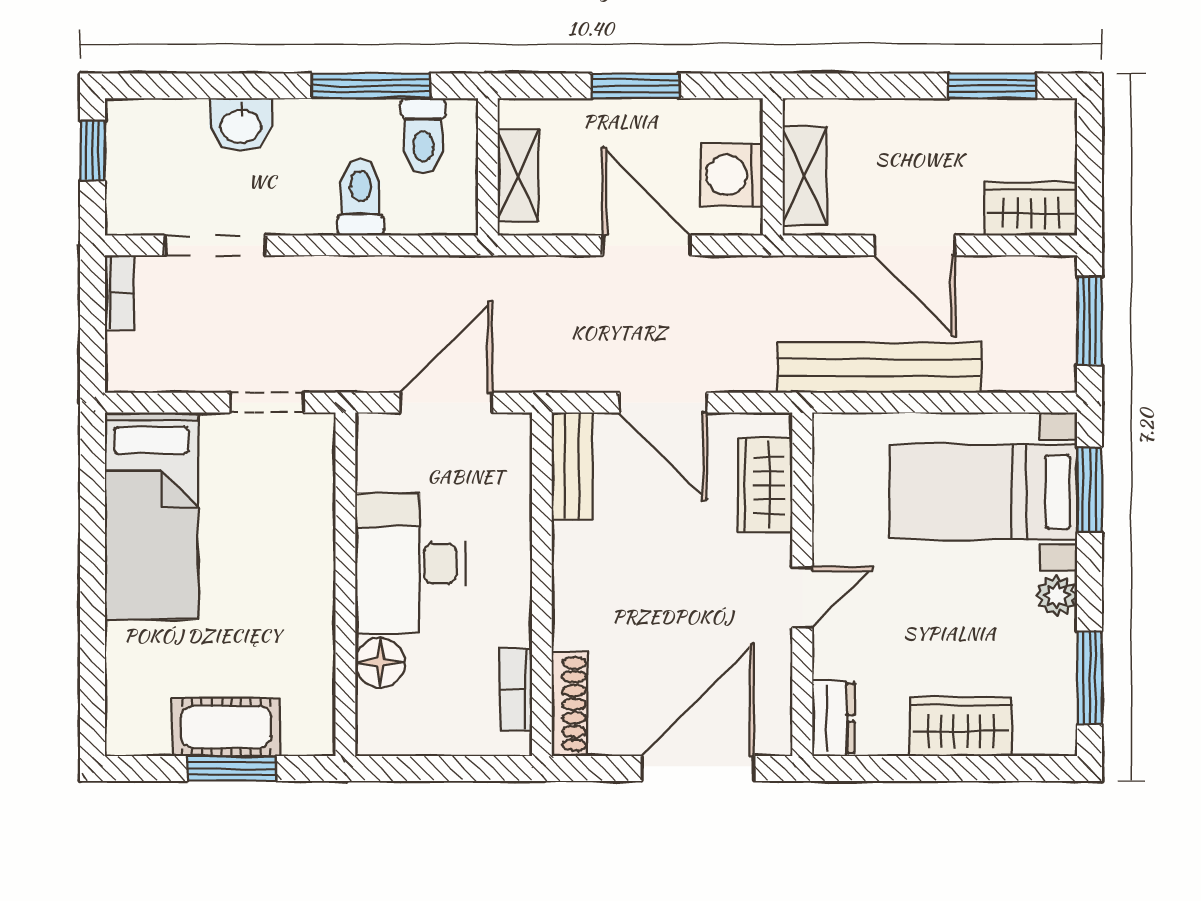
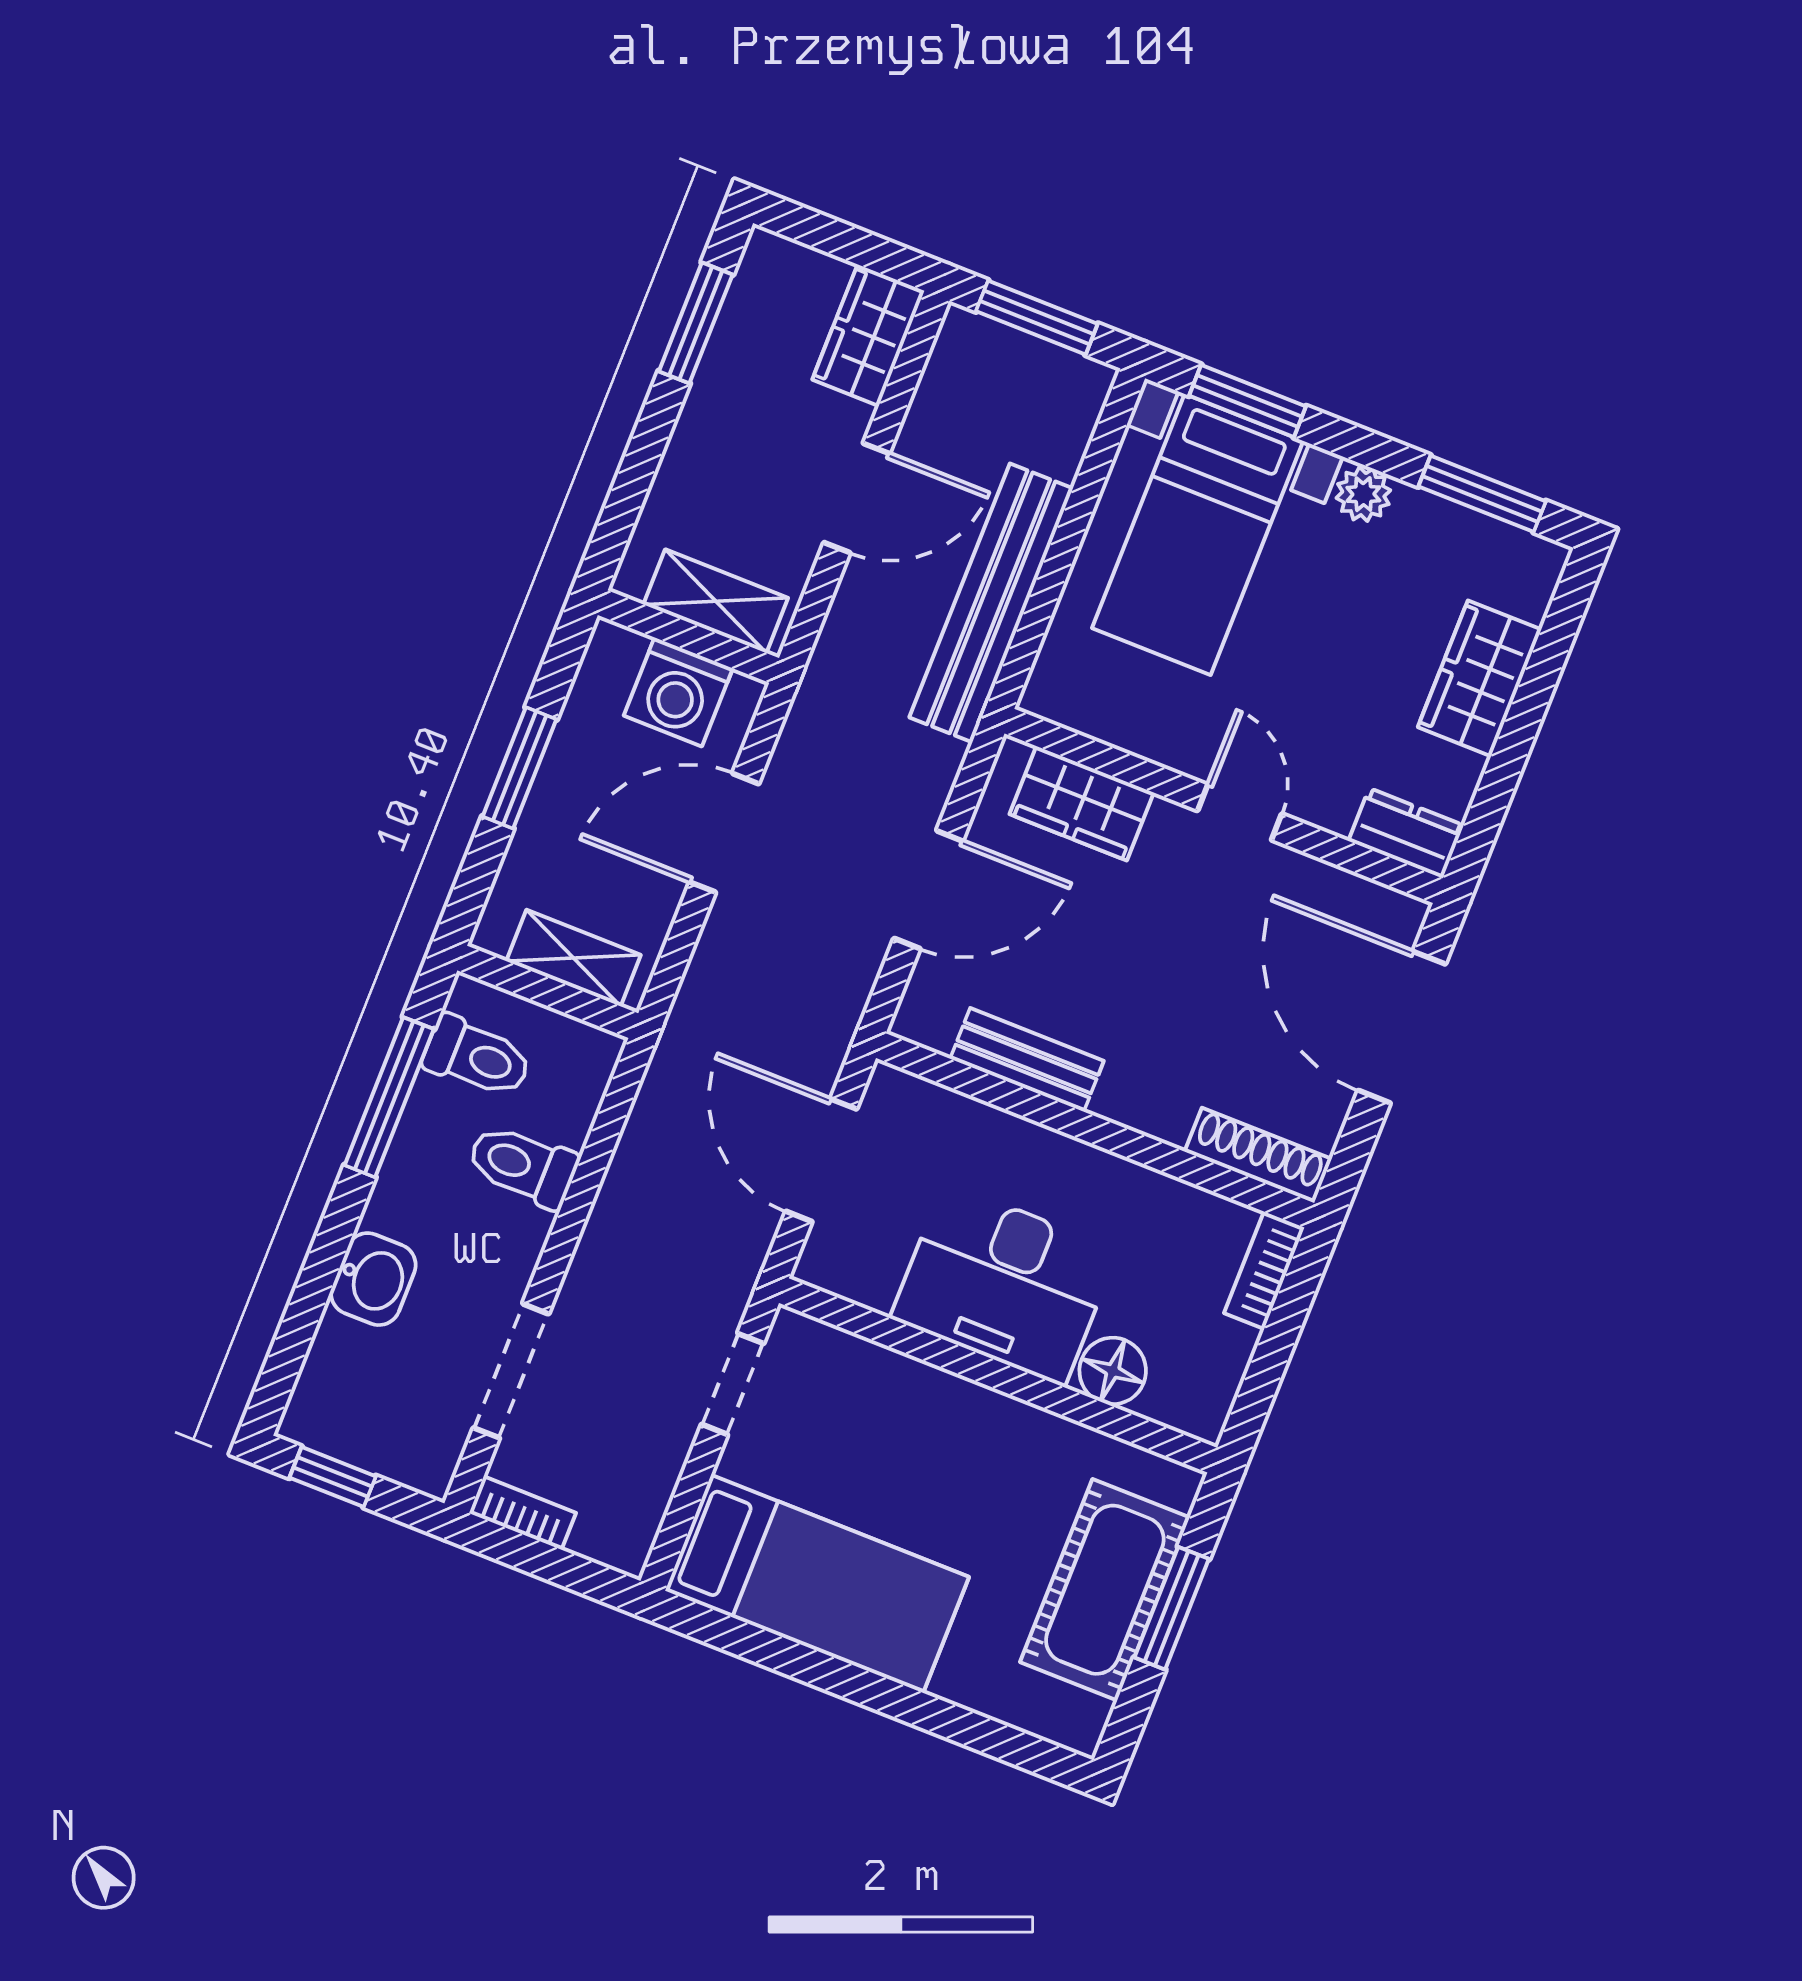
bench: (572, 466) -> (1027, 1060), moved
bookcase: (516, 689) -> (1264, 1270), moved, turned 90
cot: (226, 727) -> (1105, 1590), width x1.37, depth x1.34

